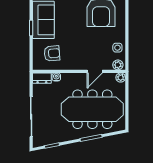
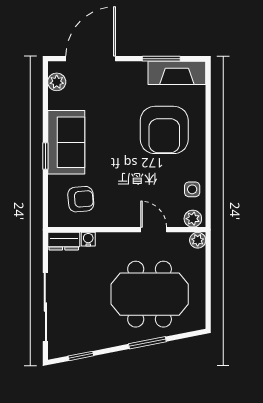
door: (95, 71) -> (154, 230), swing flipped
meeting table: (92, 109) -> (150, 294), width x0.73

